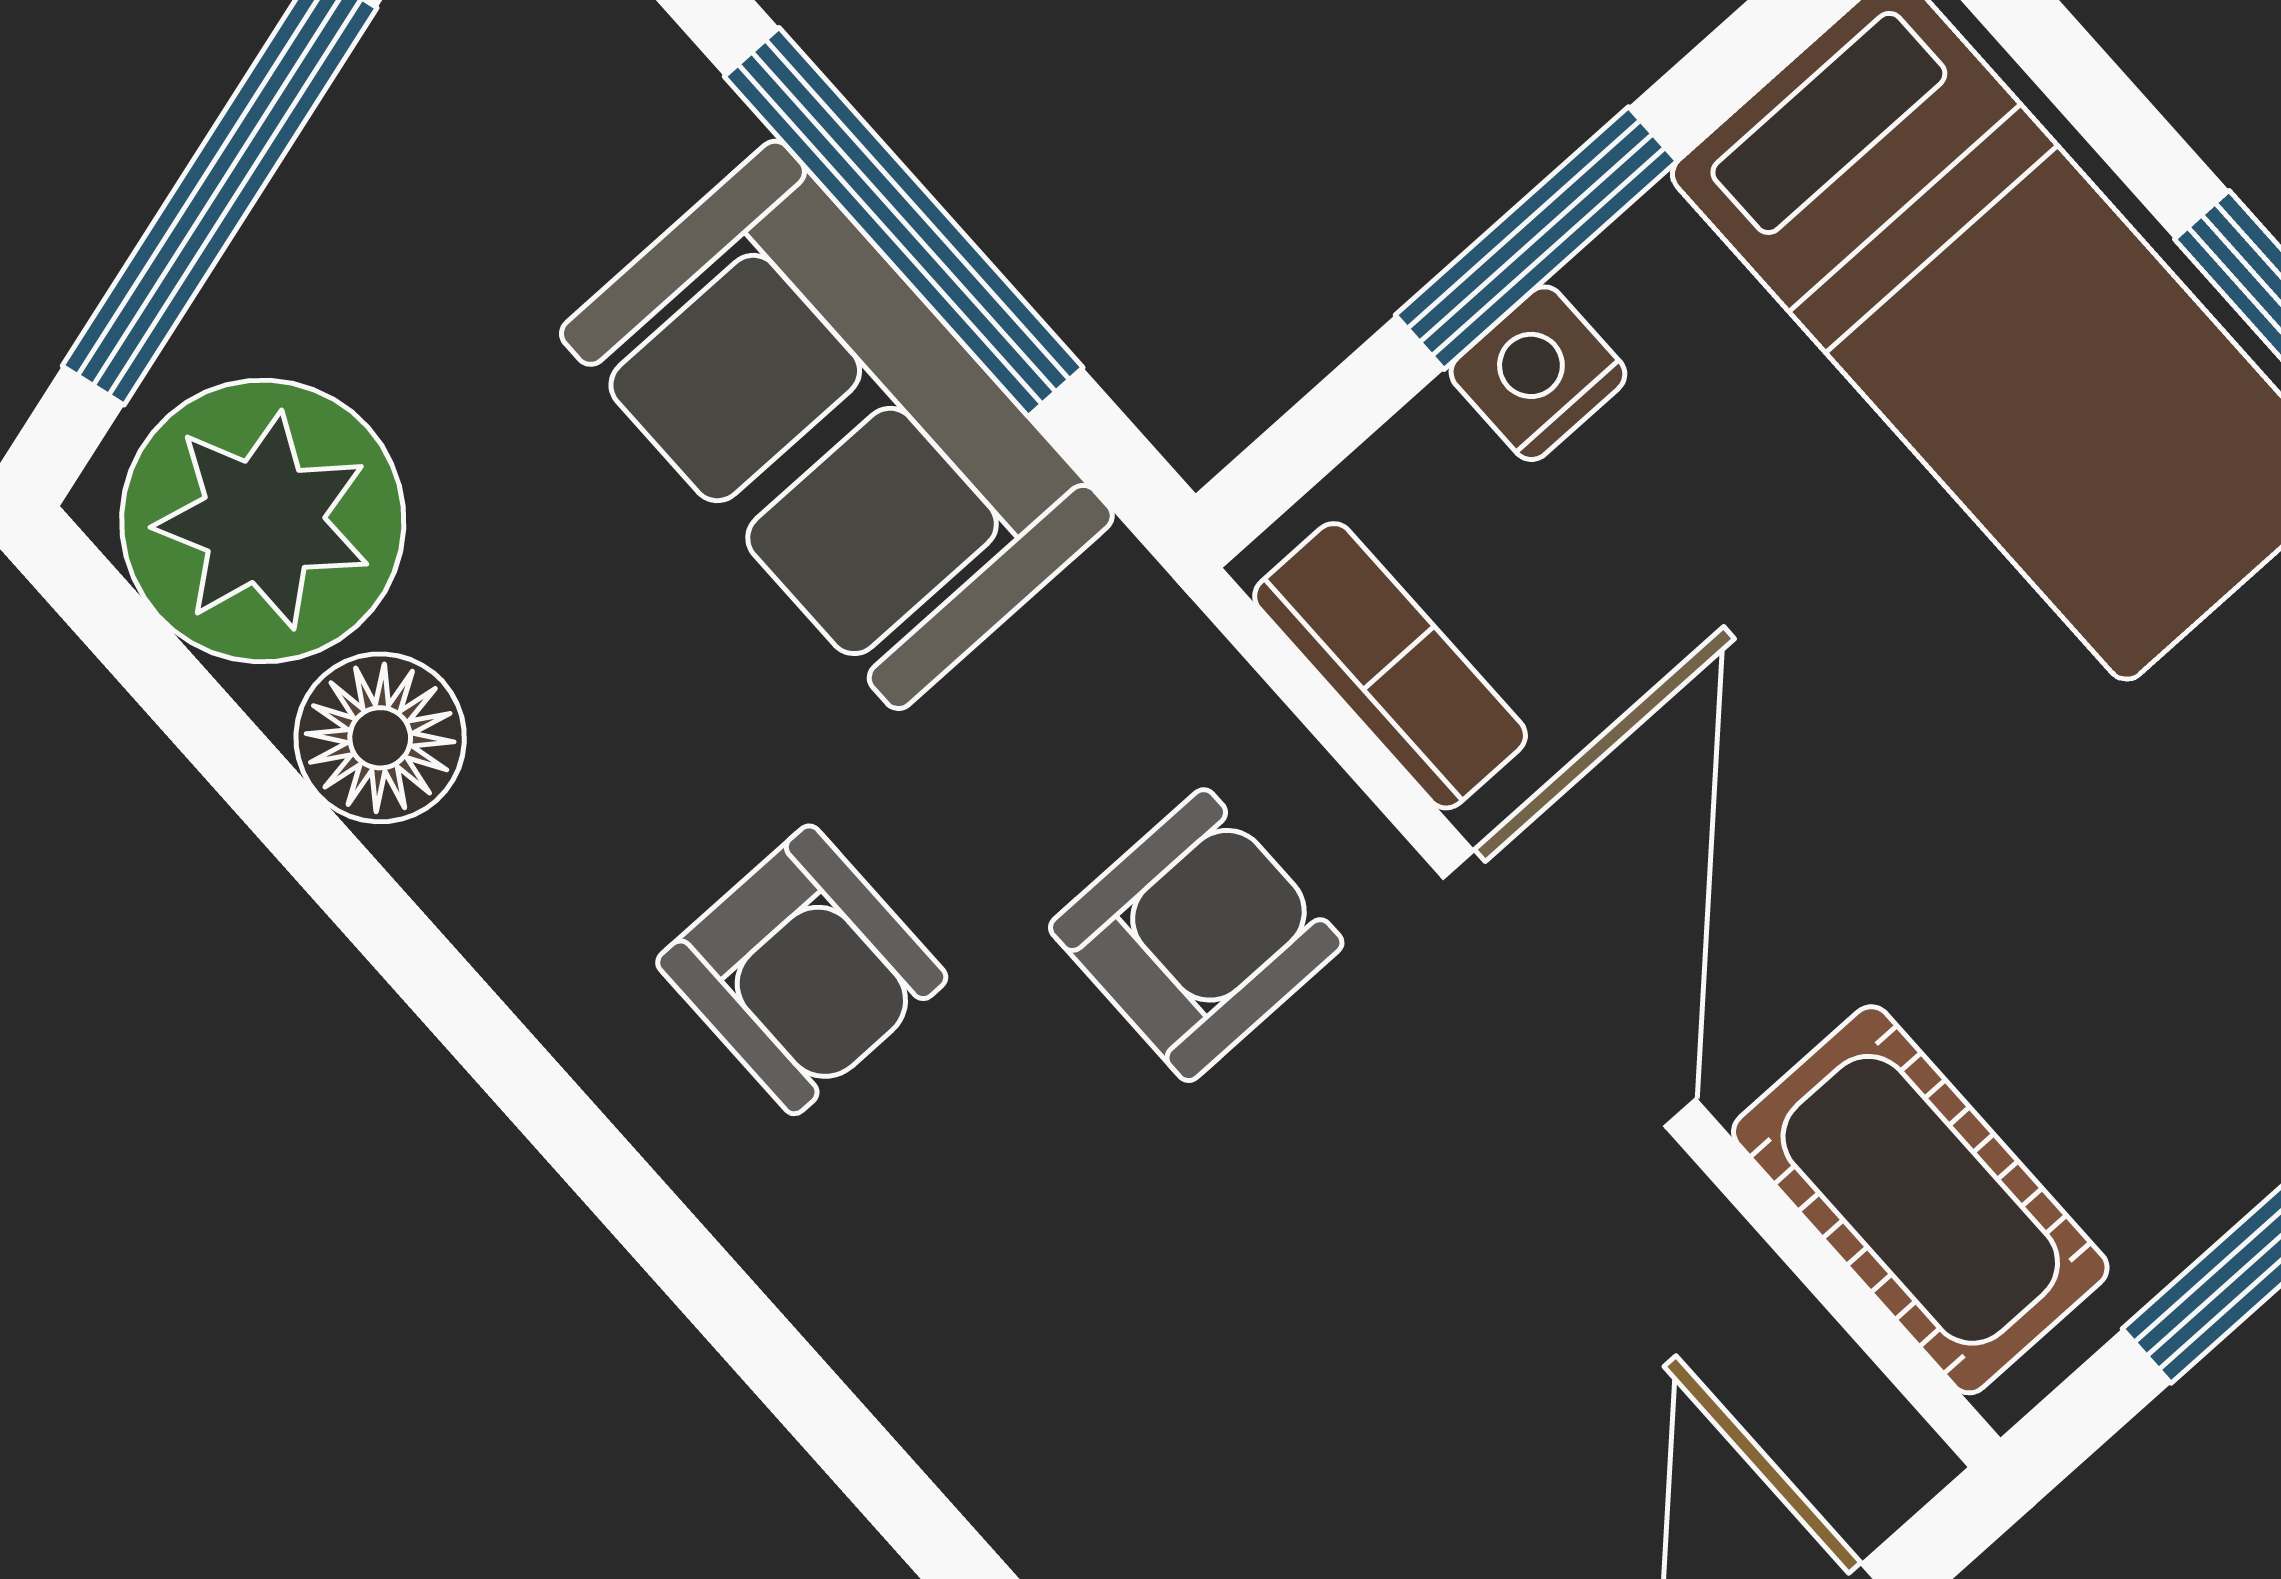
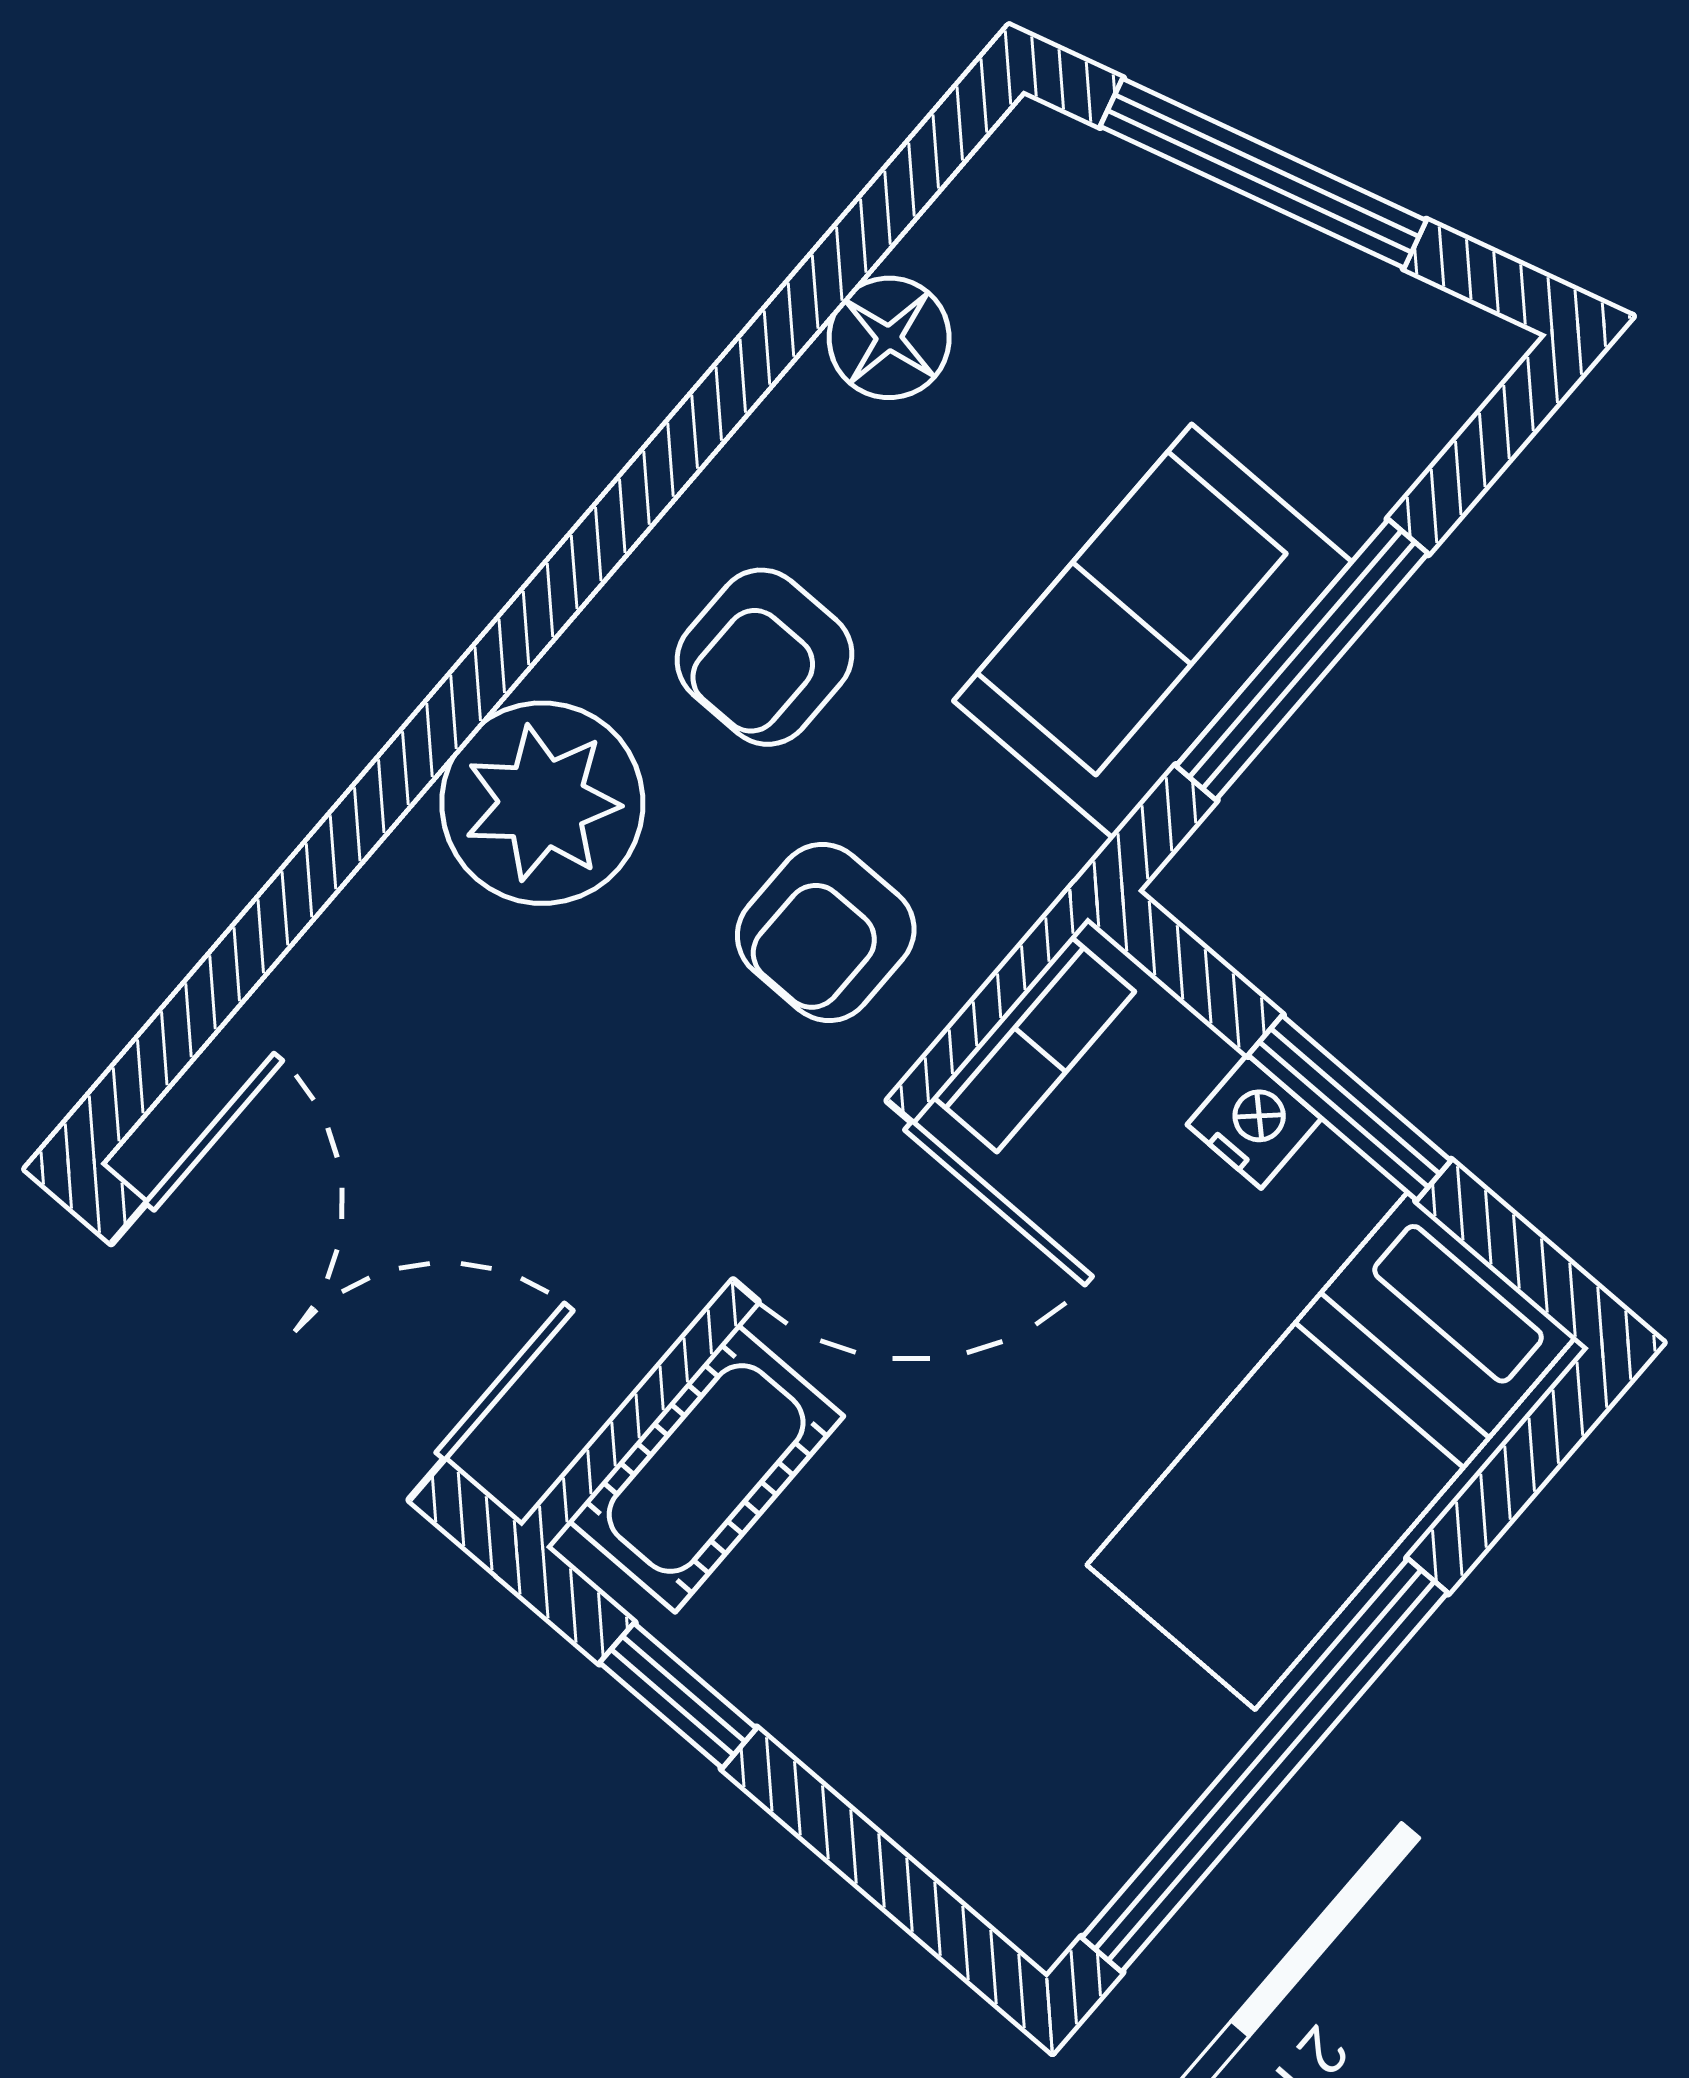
plant: (263, 521) -> (542, 803), moved
armchair: (1196, 935) -> (826, 933), turned 90

